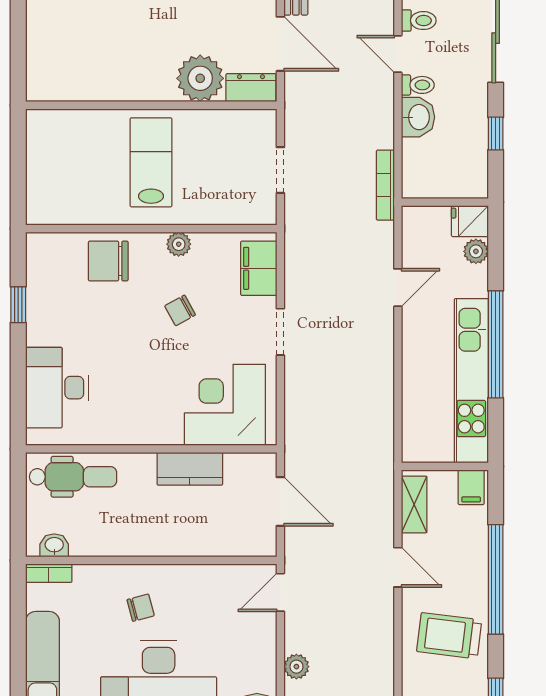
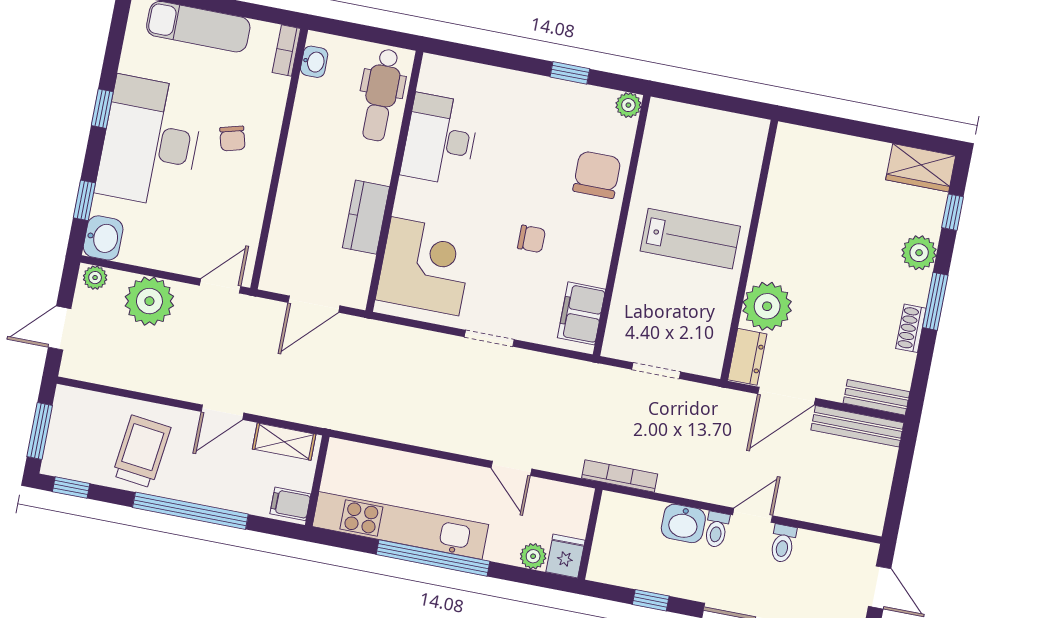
plant: (179, 244) -> (628, 105), moved
filing cabinet: (259, 268) -> (581, 313), moved, turned -90
chair: (180, 310) -> (531, 239), turned 119
desk: (57, 388) -> (440, 140), moved, turned -90
door: (280, 592) -> (220, 286), hinge flipped
plant: (296, 667) -> (149, 301), width x1.87, depth x1.87

